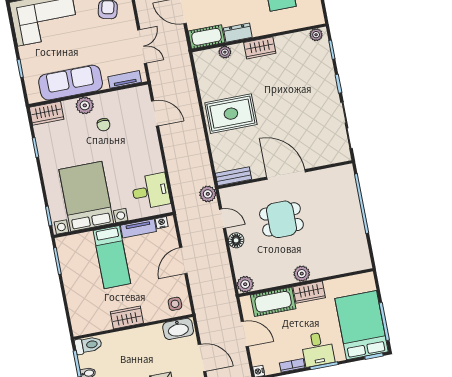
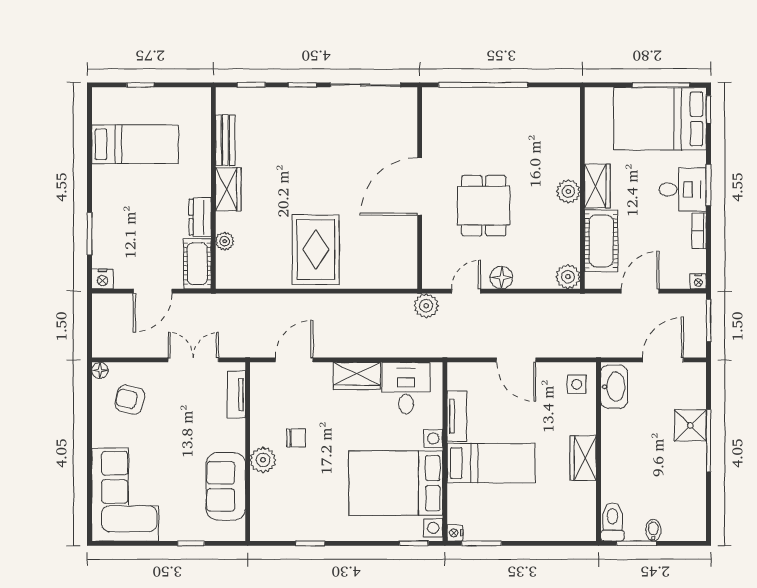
plant: (316, 35) -> (225, 104), removed
sofa: (71, 83) -> (226, 486), width x0.73
wardrobe: (47, 113) -> (357, 376), moved, turned 90
bench: (233, 176) -> (225, 140), moved
nightstand: (162, 223) -> (455, 533), moved

